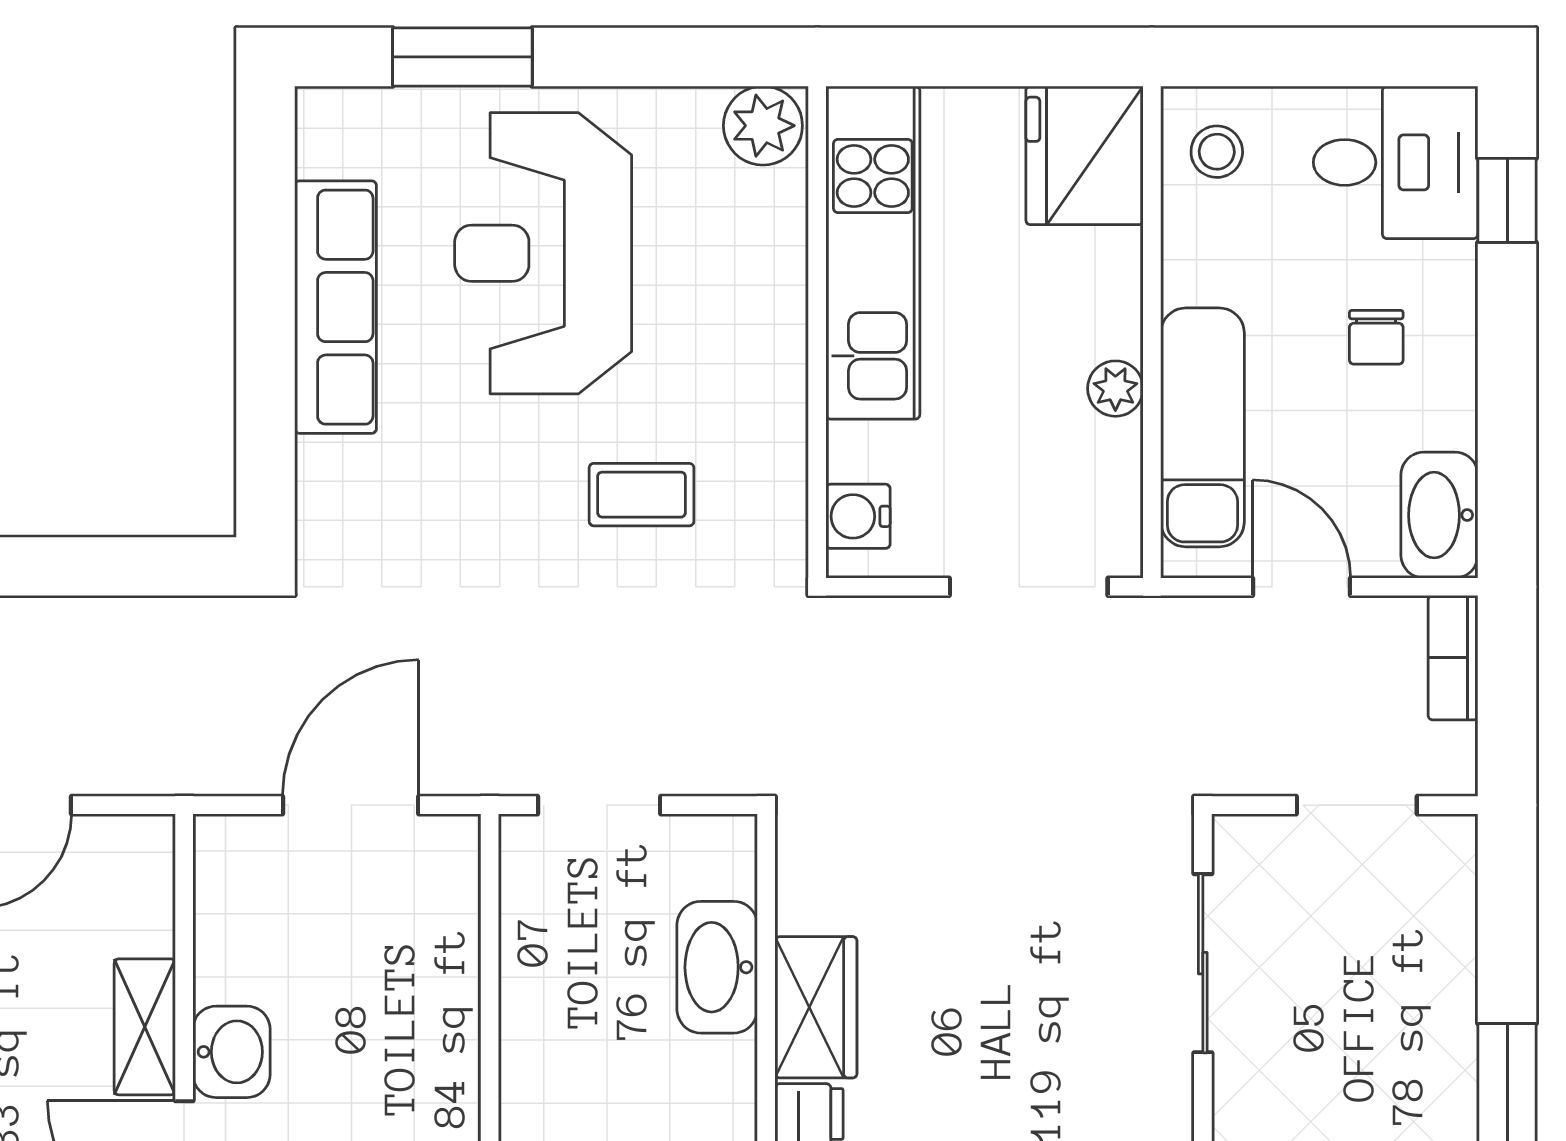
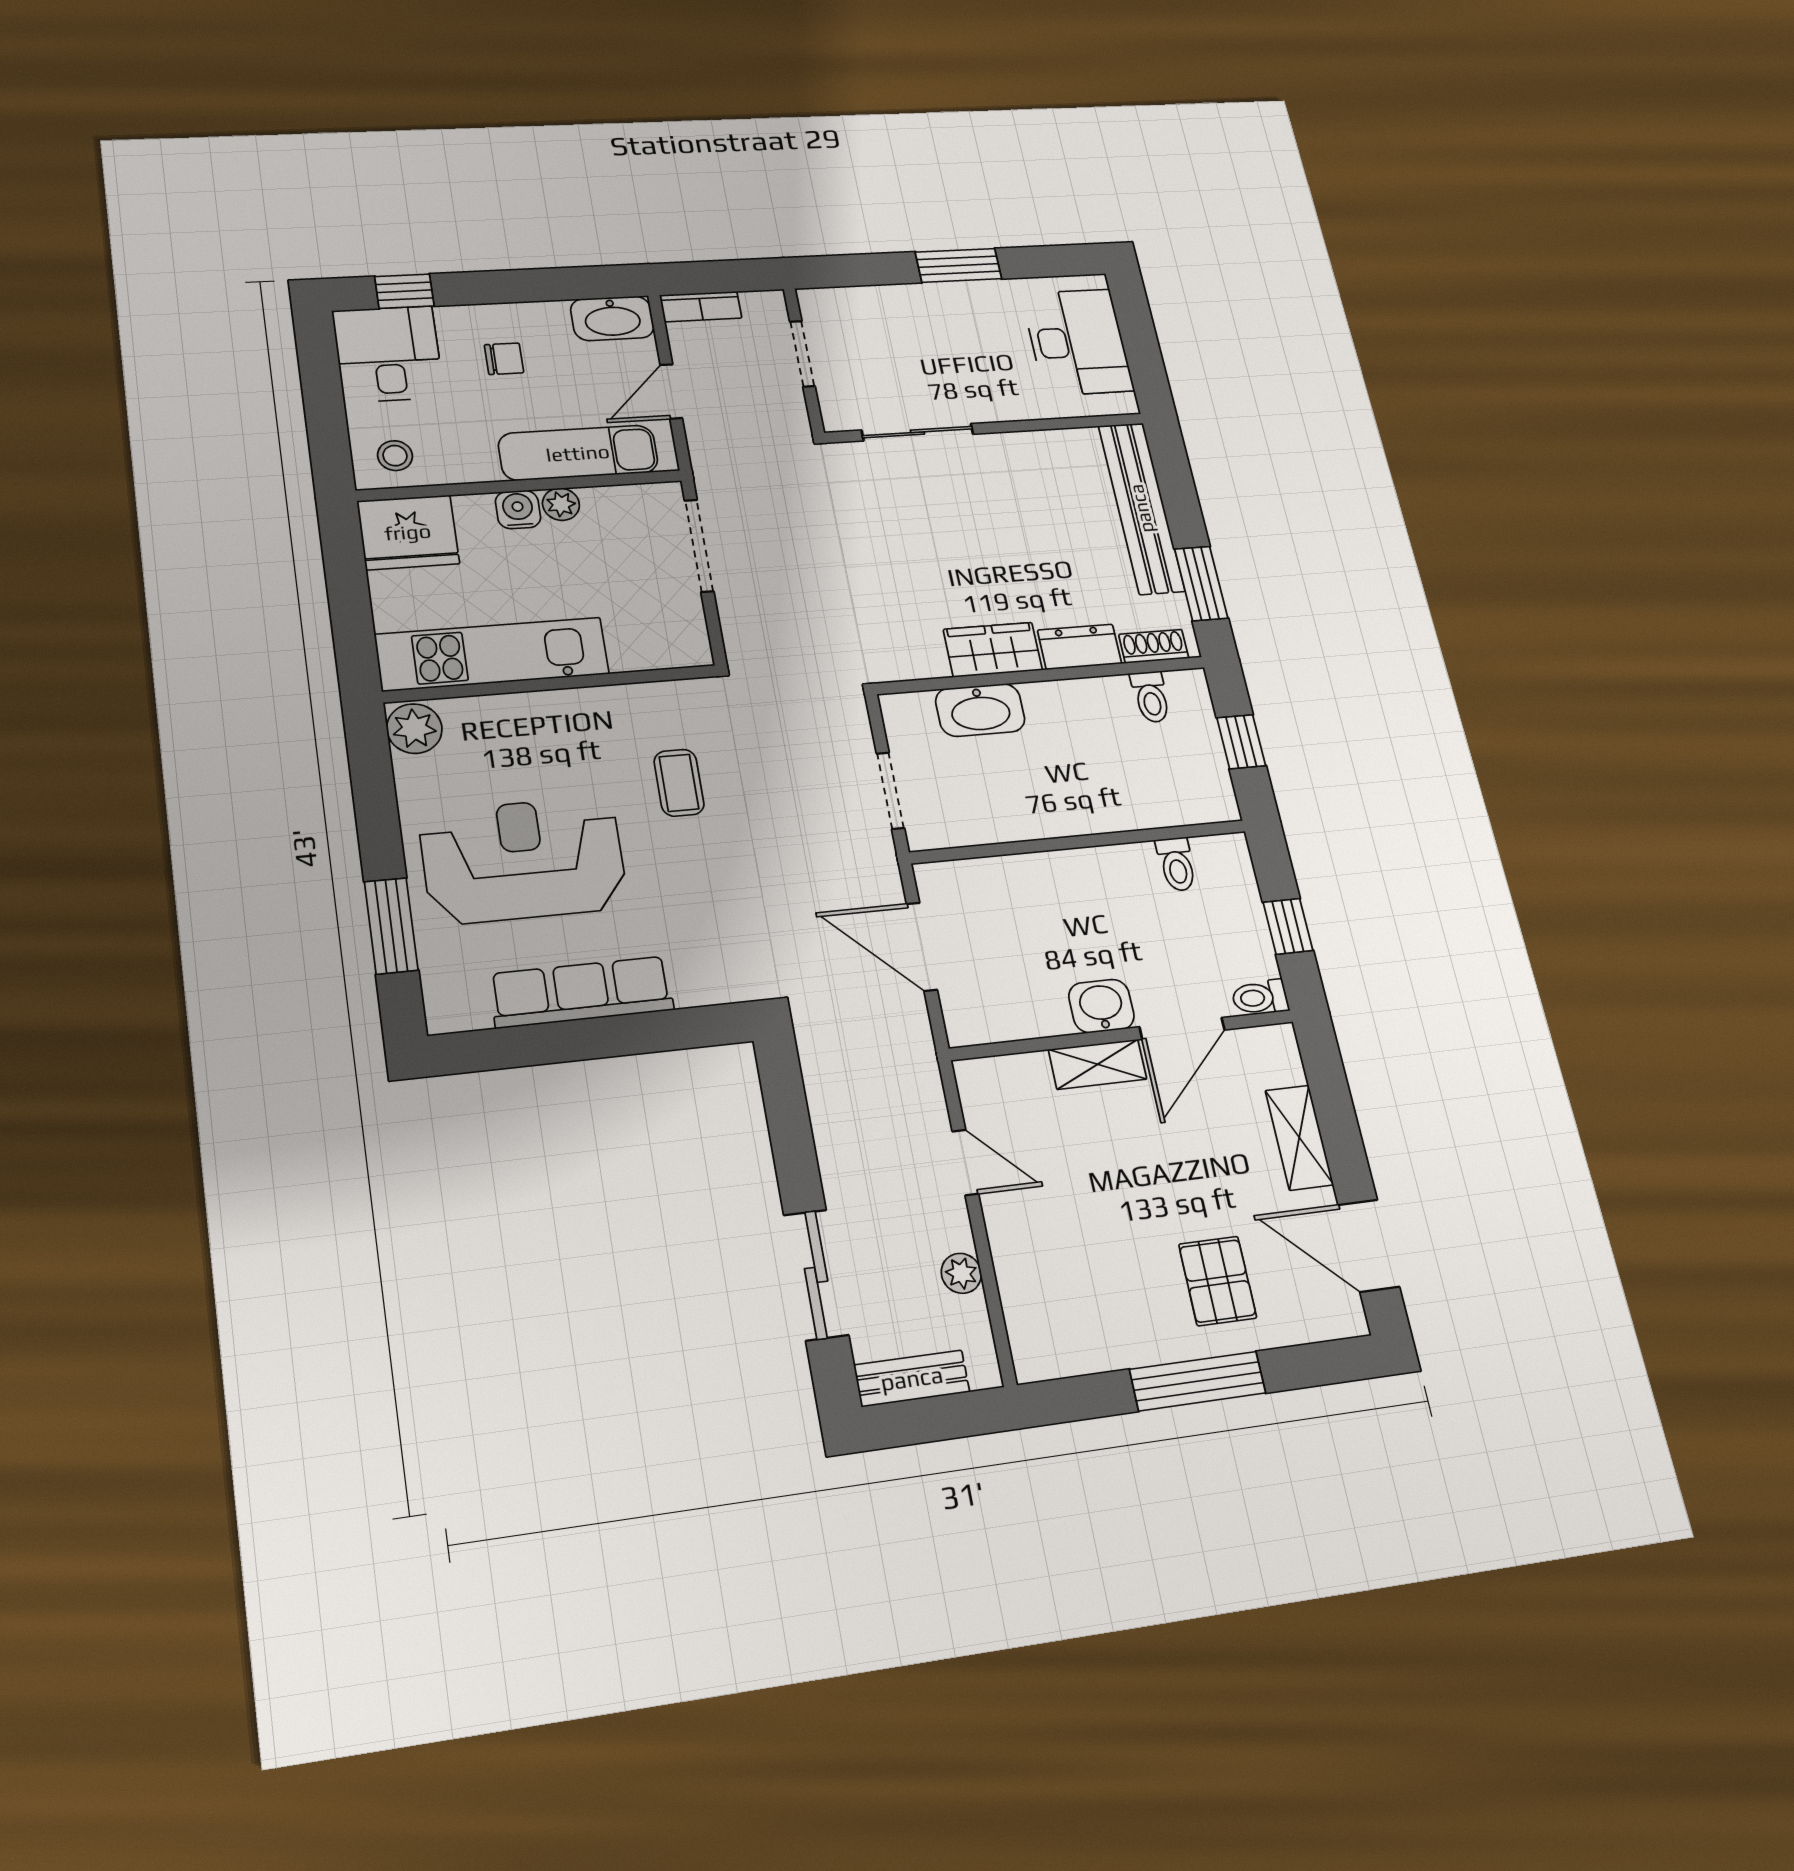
reception desk: (543, 253) -> (523, 860), turned 180
water cooler: (858, 516) -> (518, 510), moved, turned 180

